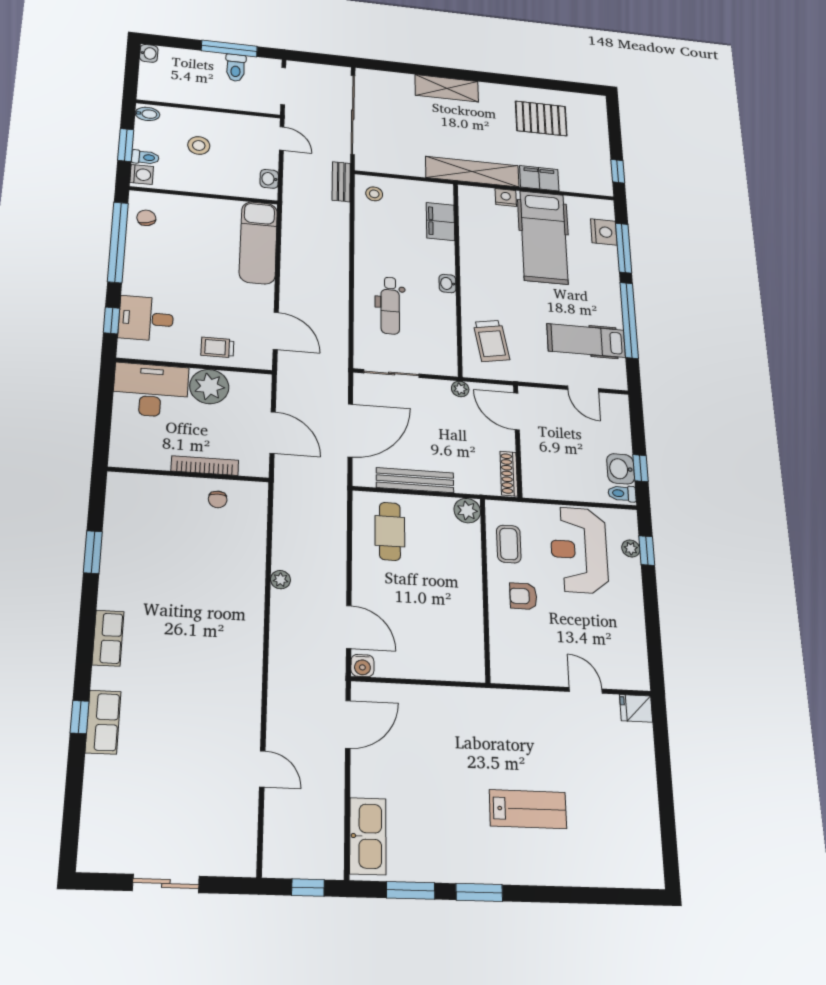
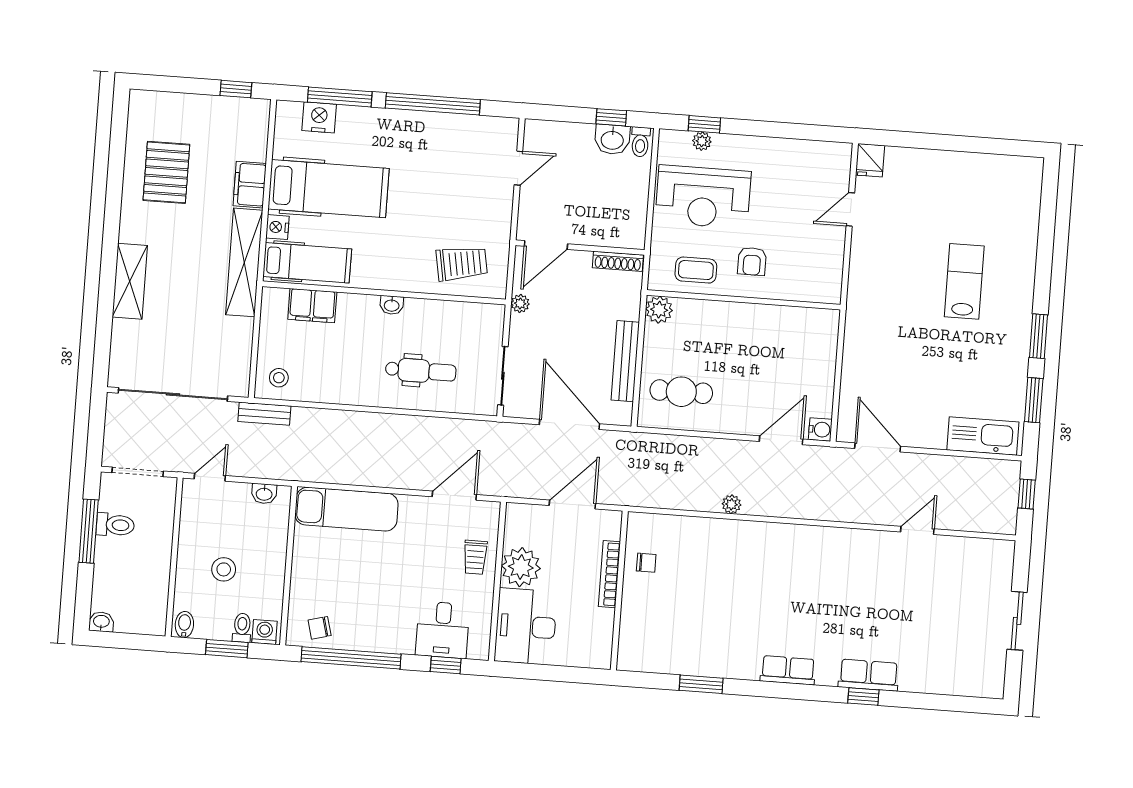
hospital bed: (586, 341) -> (307, 263), moved, turned -90

